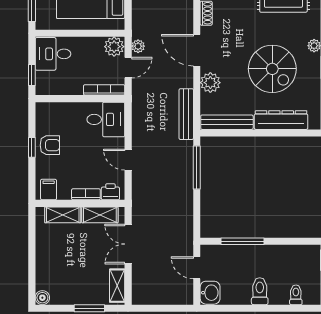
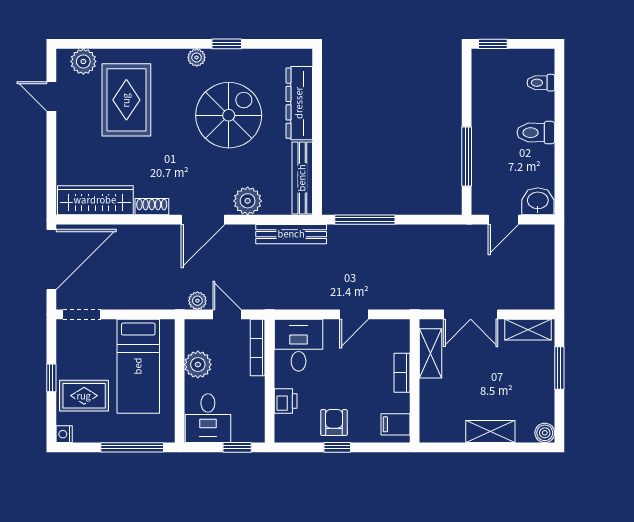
plant: (114, 47) -> (198, 364), moved
printer: (110, 192) -> (286, 401), moved, turned 180
shelving: (63, 215) -> (490, 432), moved, turned 90

